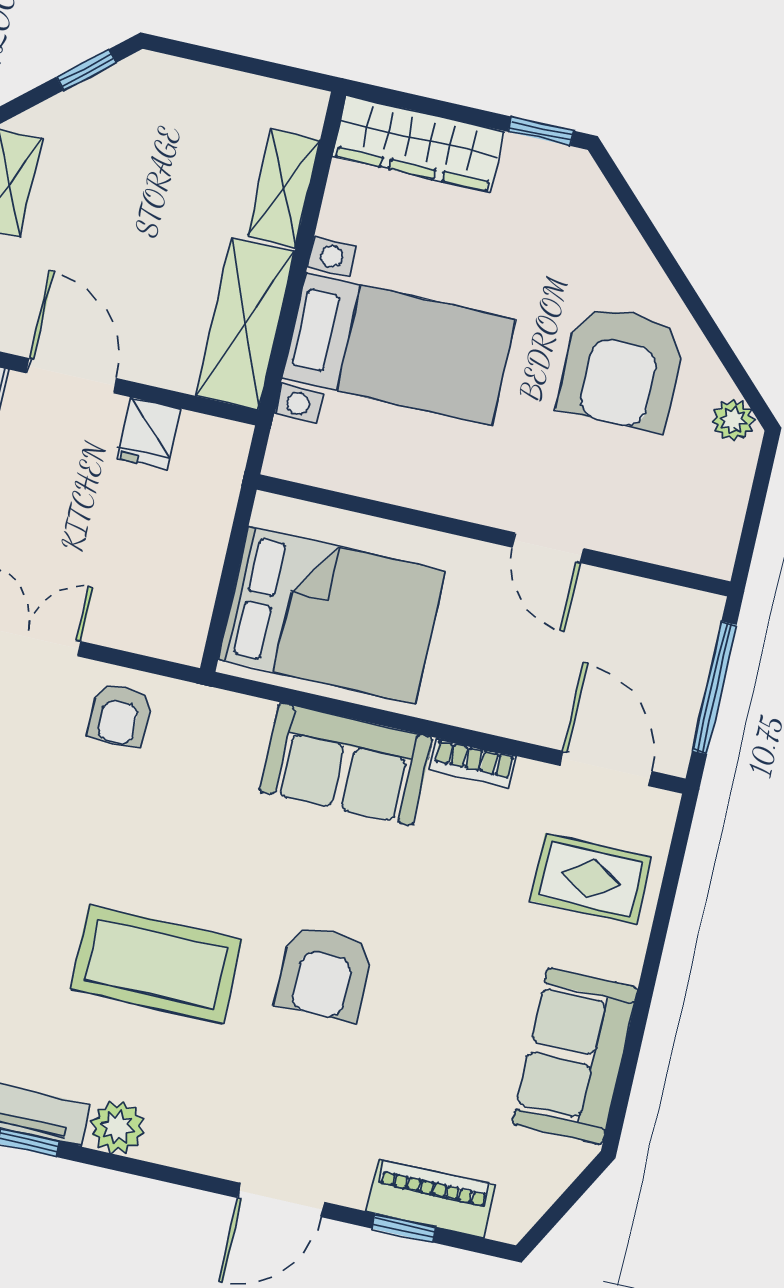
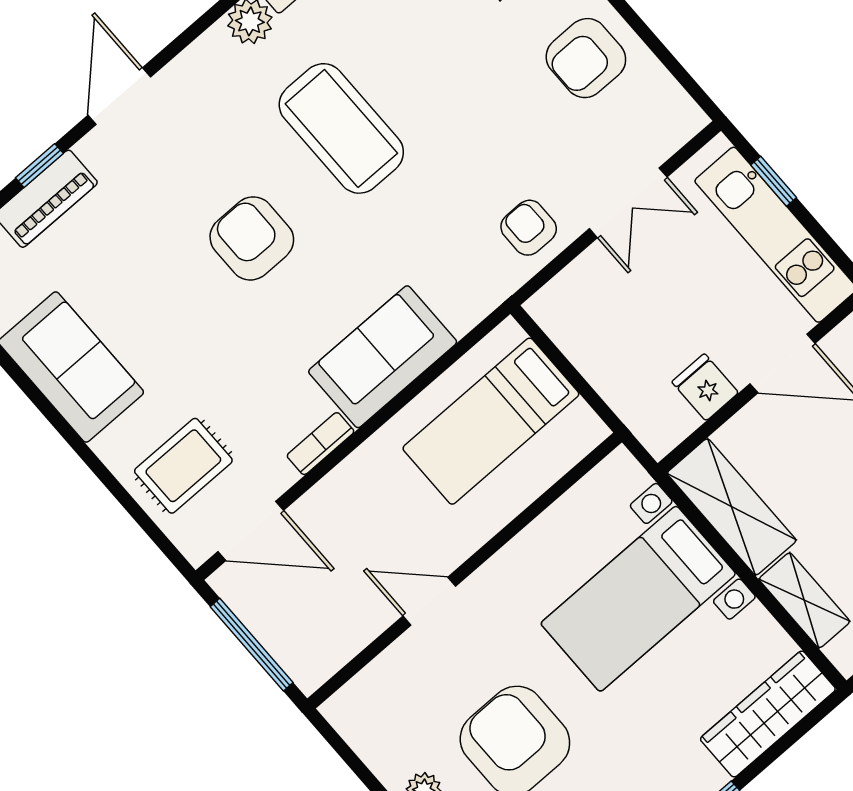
bed: (332, 615) -> (491, 421), width x0.67
coffee table: (156, 964) -> (341, 128), turned 90

